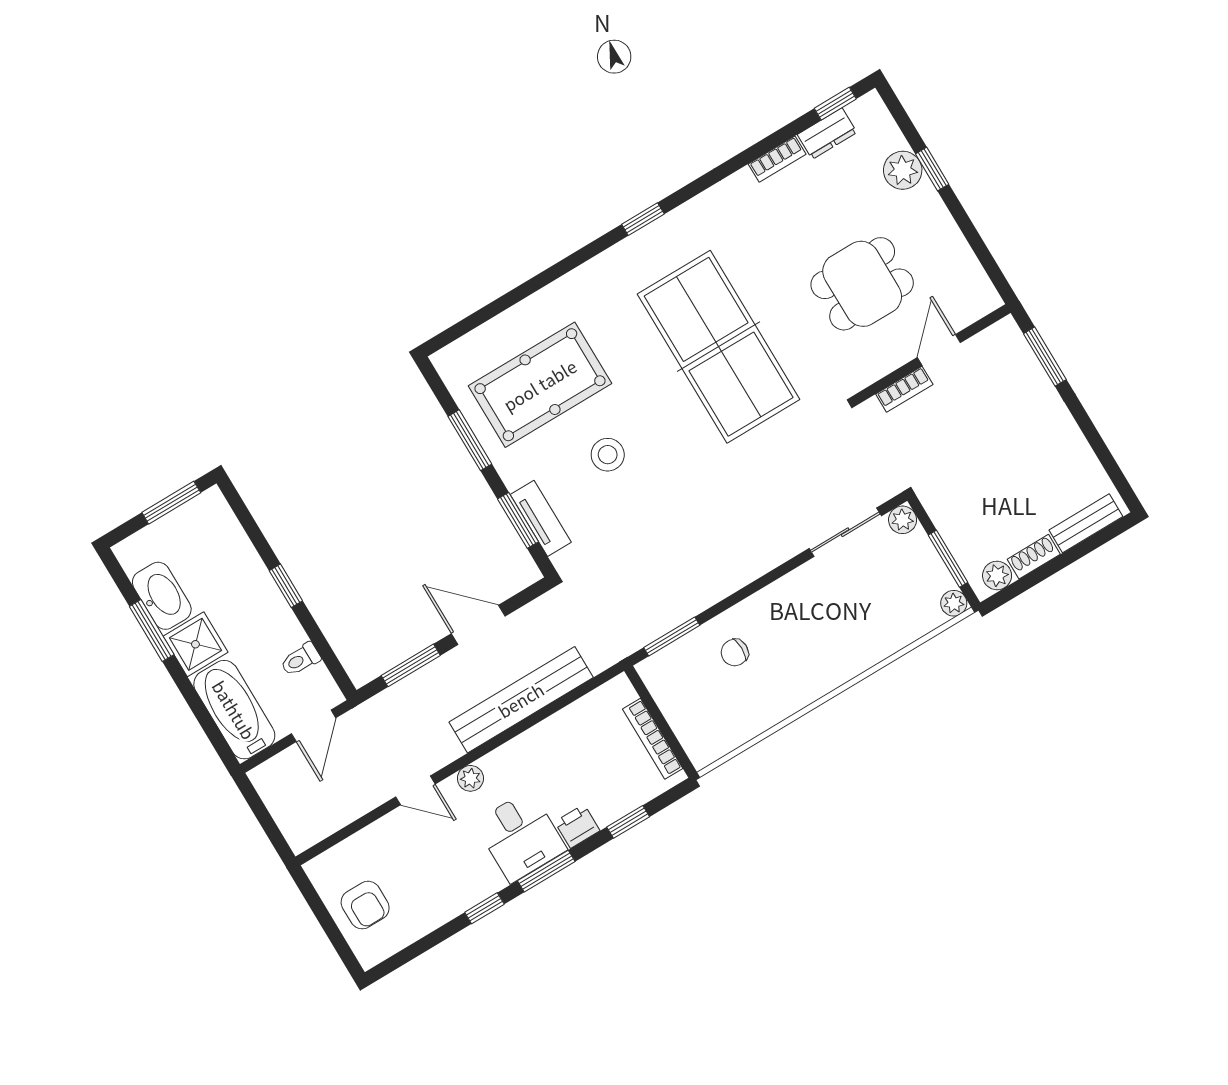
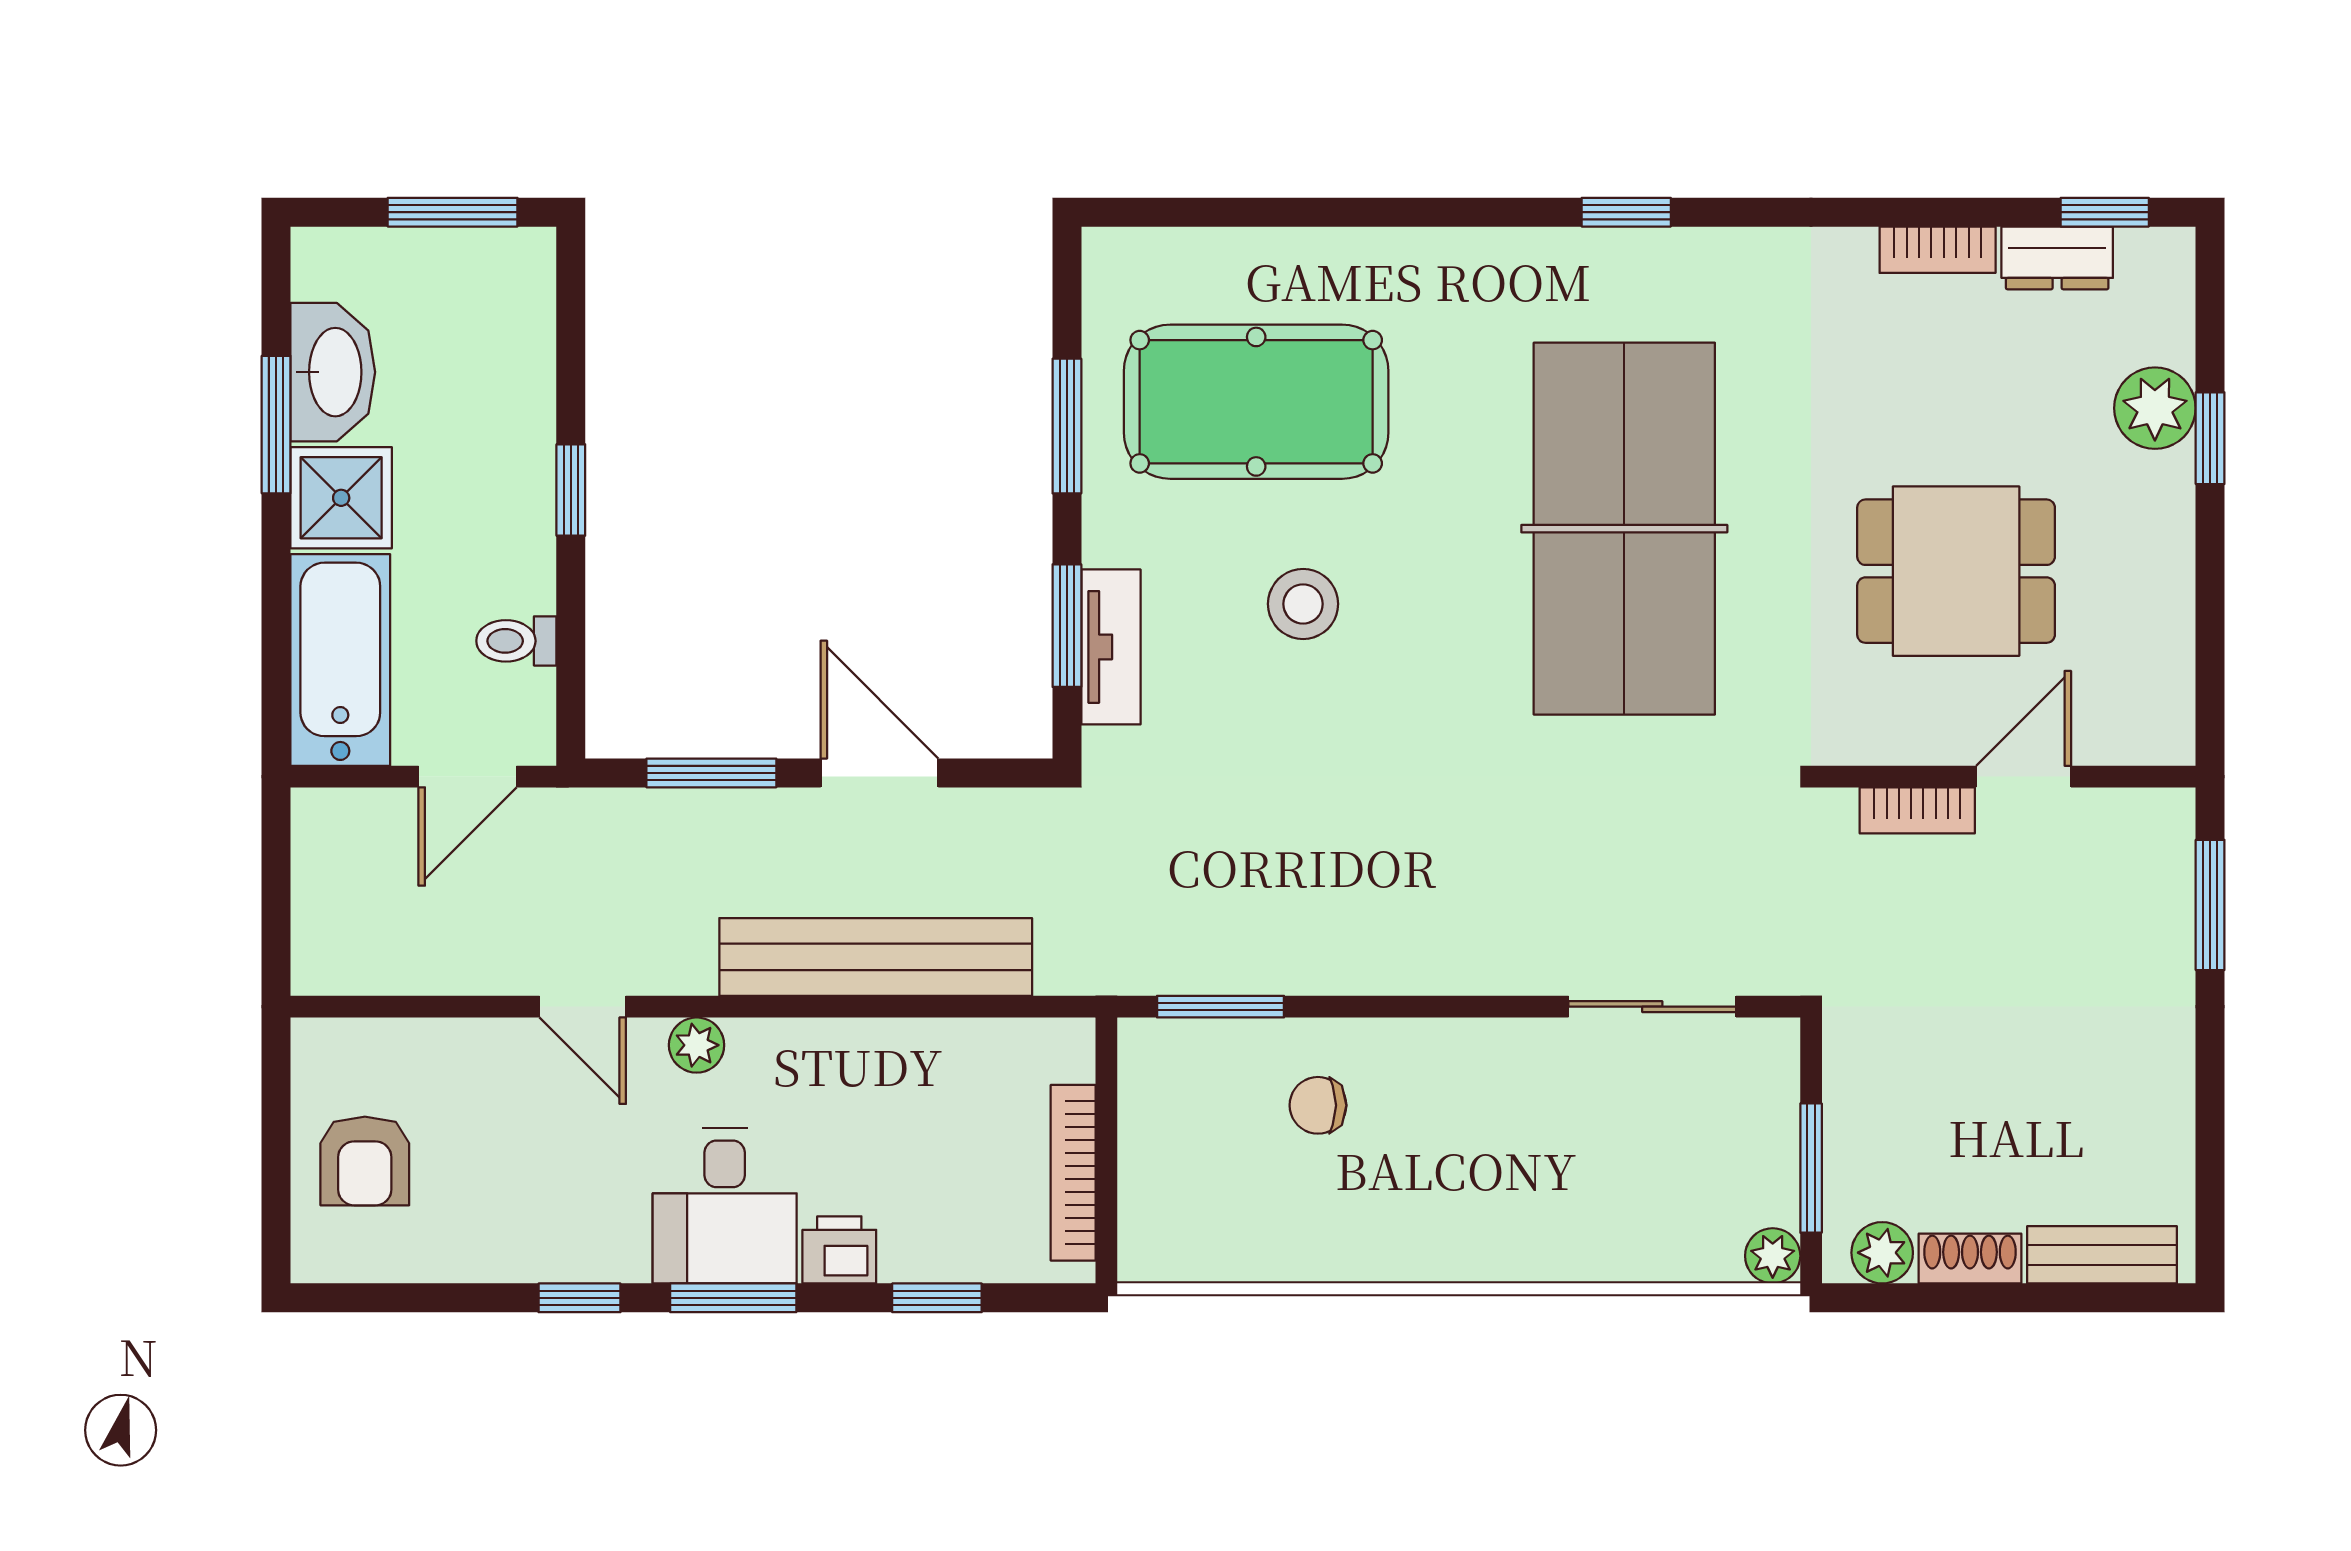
plant: (903, 520) -> (1771, 1047), removed

